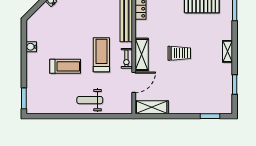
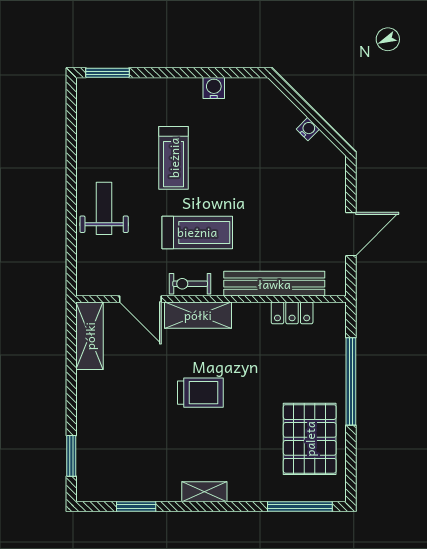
trolley: (179, 53) -> (200, 393), turned -90

